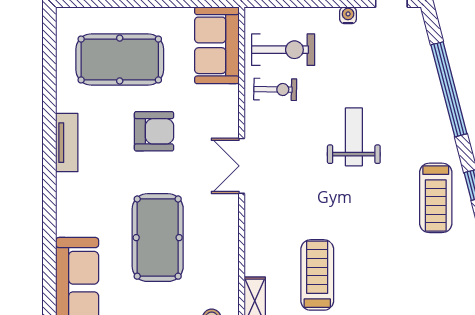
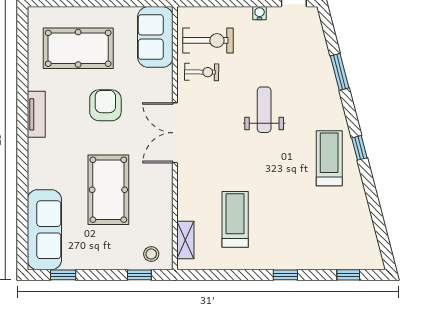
window: (449, 89) -> (340, 72), width x0.47
armchair: (154, 131) -> (105, 105), turned -90
double door: (242, 166) -> (175, 133), width x1.37
treadmill: (436, 198) -> (329, 158), turned 180

